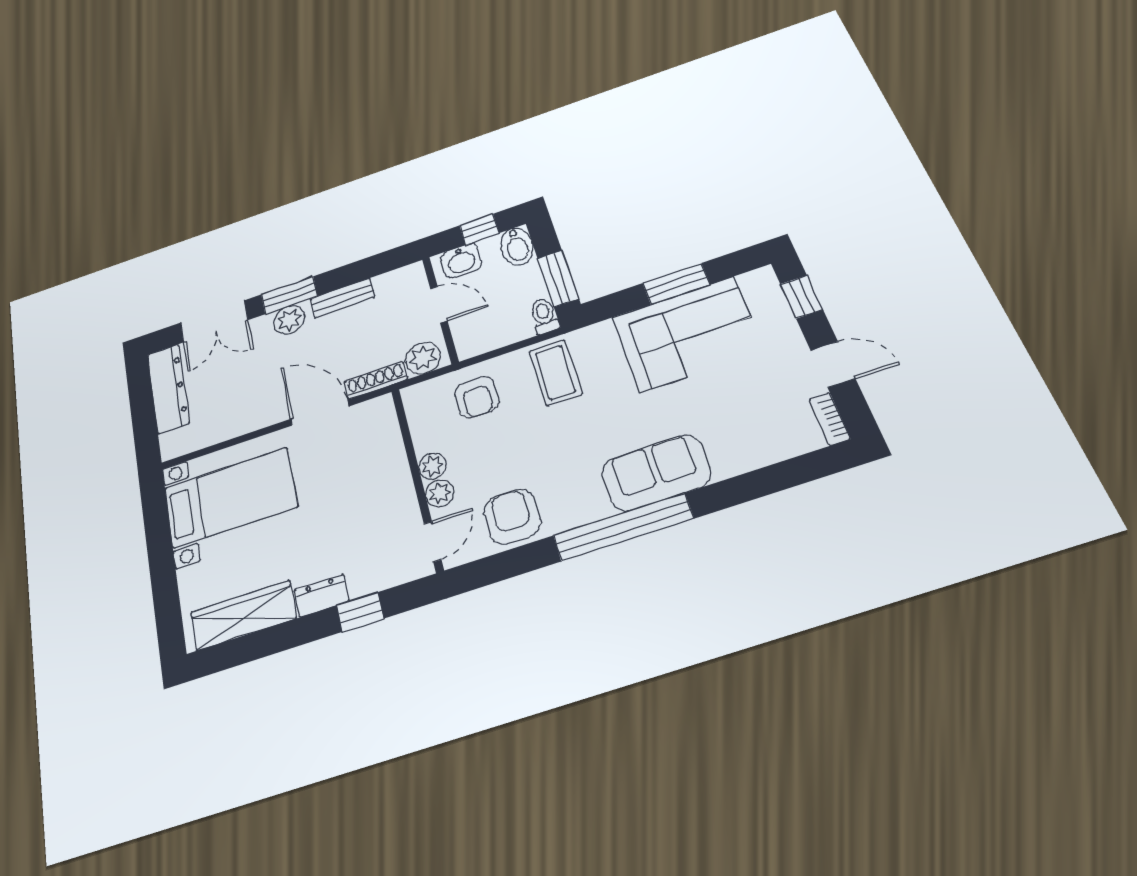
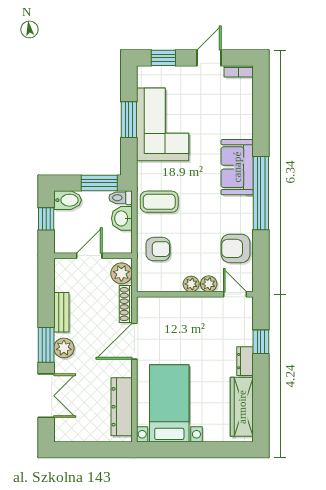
washbasin: (461, 261) -> (122, 218), moved, turned 180
dresser: (168, 388) -> (122, 407), moved, turned -90

